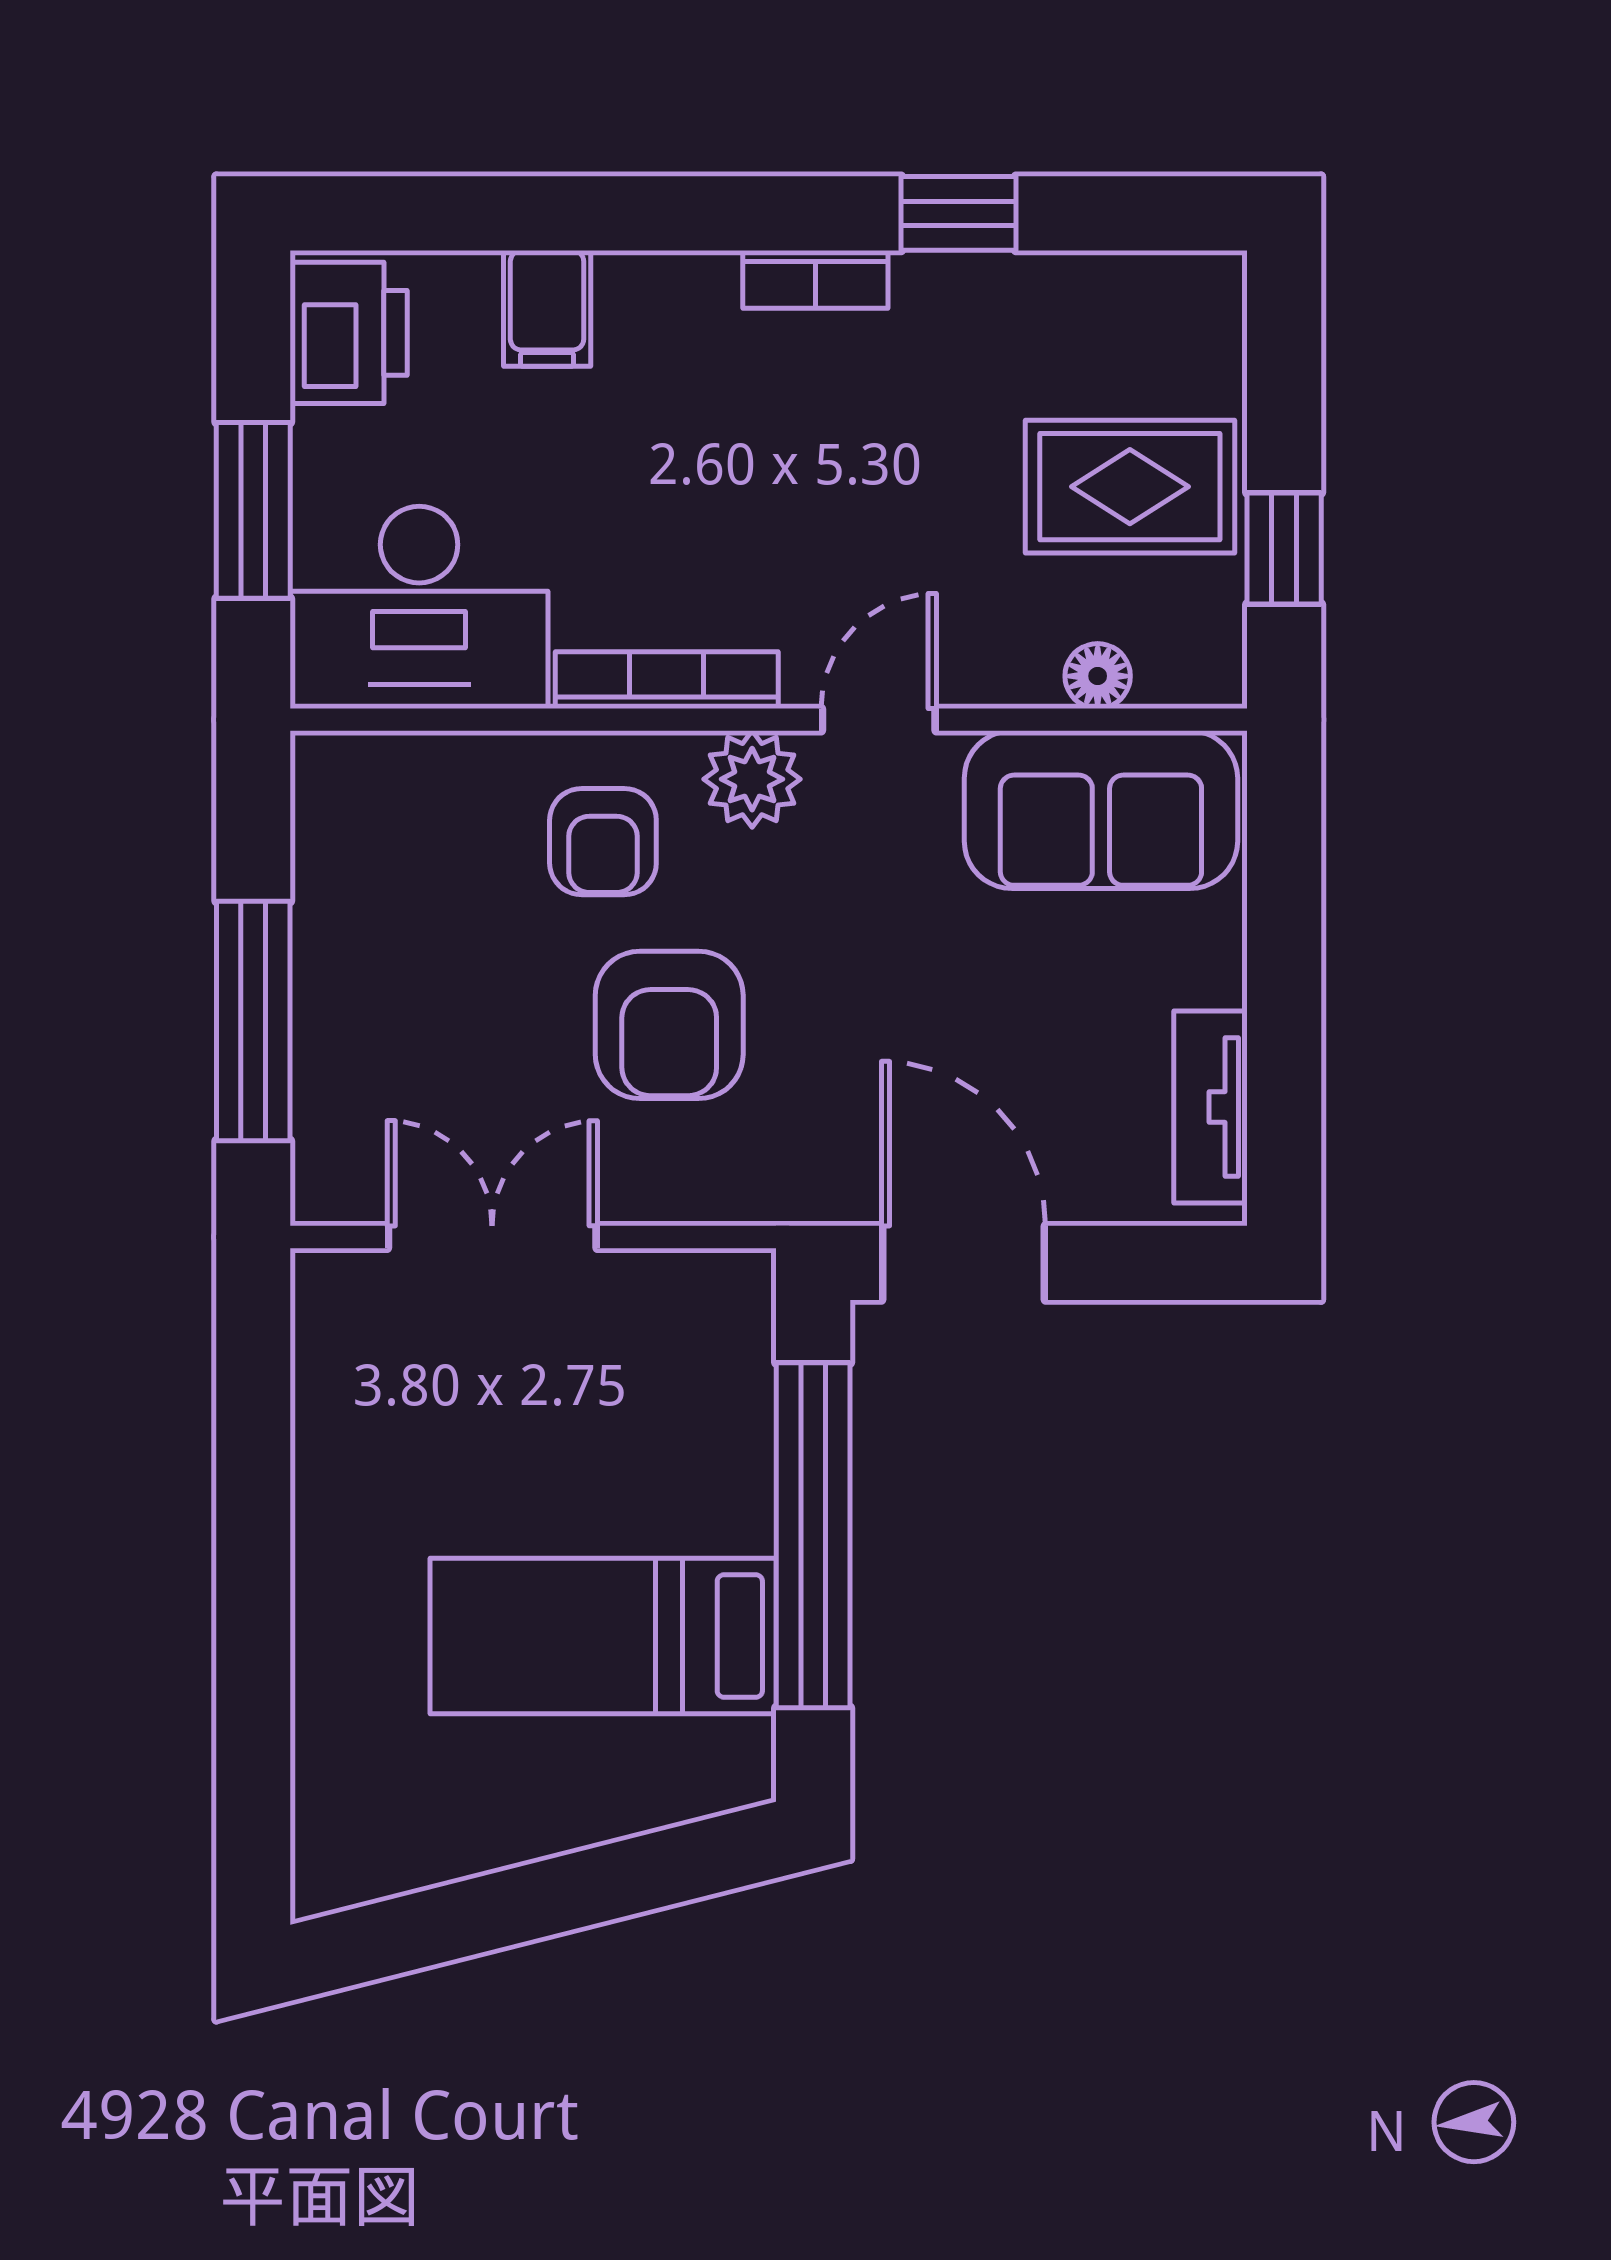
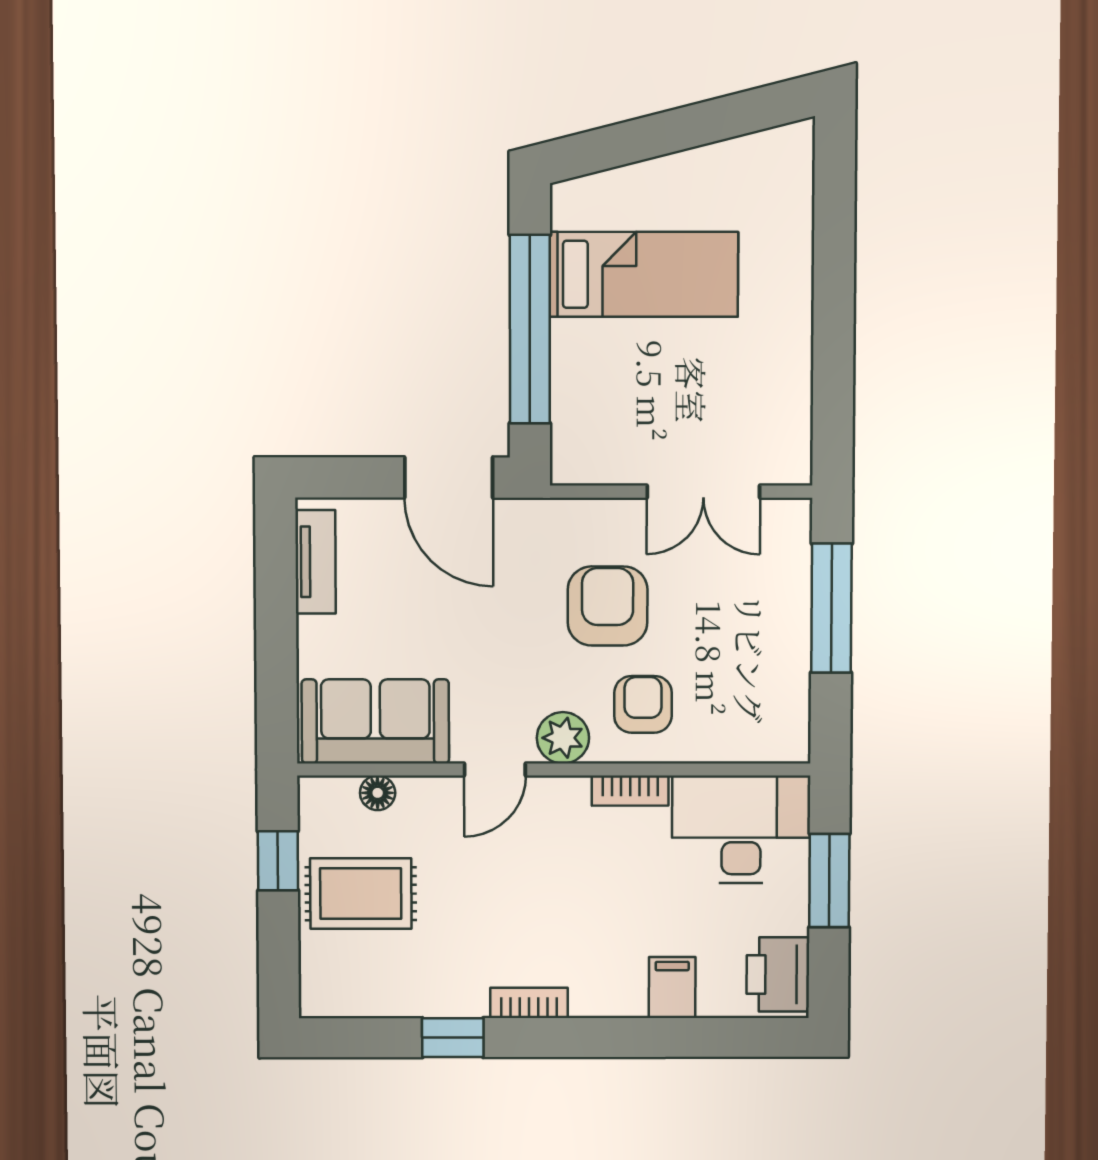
bookcase: (667, 680) -> (630, 791), width x0.64

